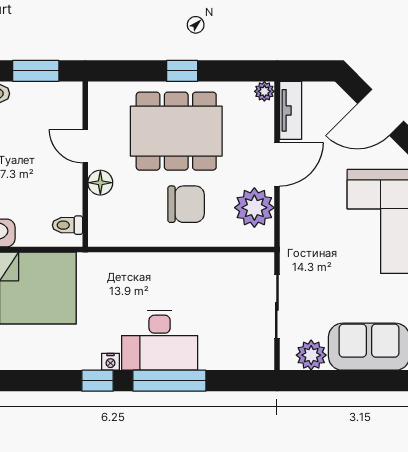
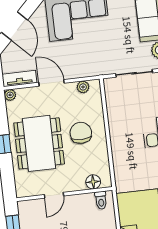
floor lamp: (100, 183) -> (93, 182), moved
plant: (254, 208) -> (83, 87), width x0.53, depth x0.53

